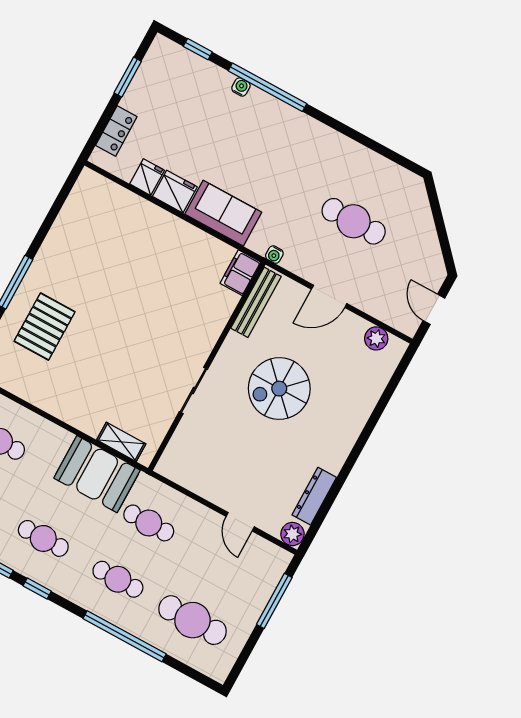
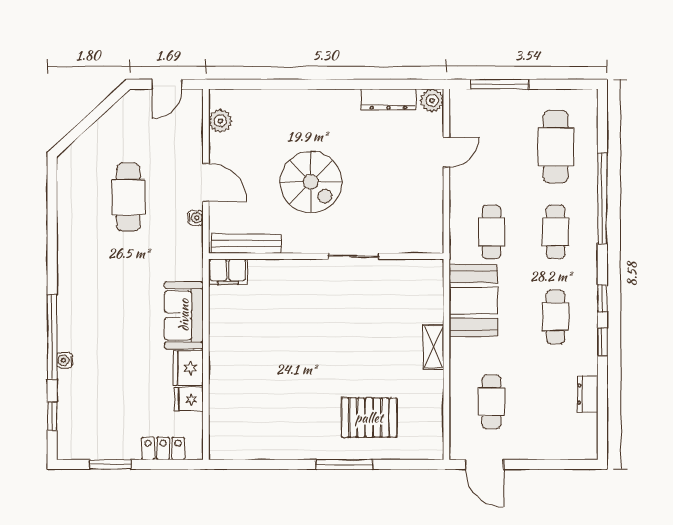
water cooler: (274, 255) -> (196, 218), moved
shelving: (121, 442) -> (433, 347), moved

